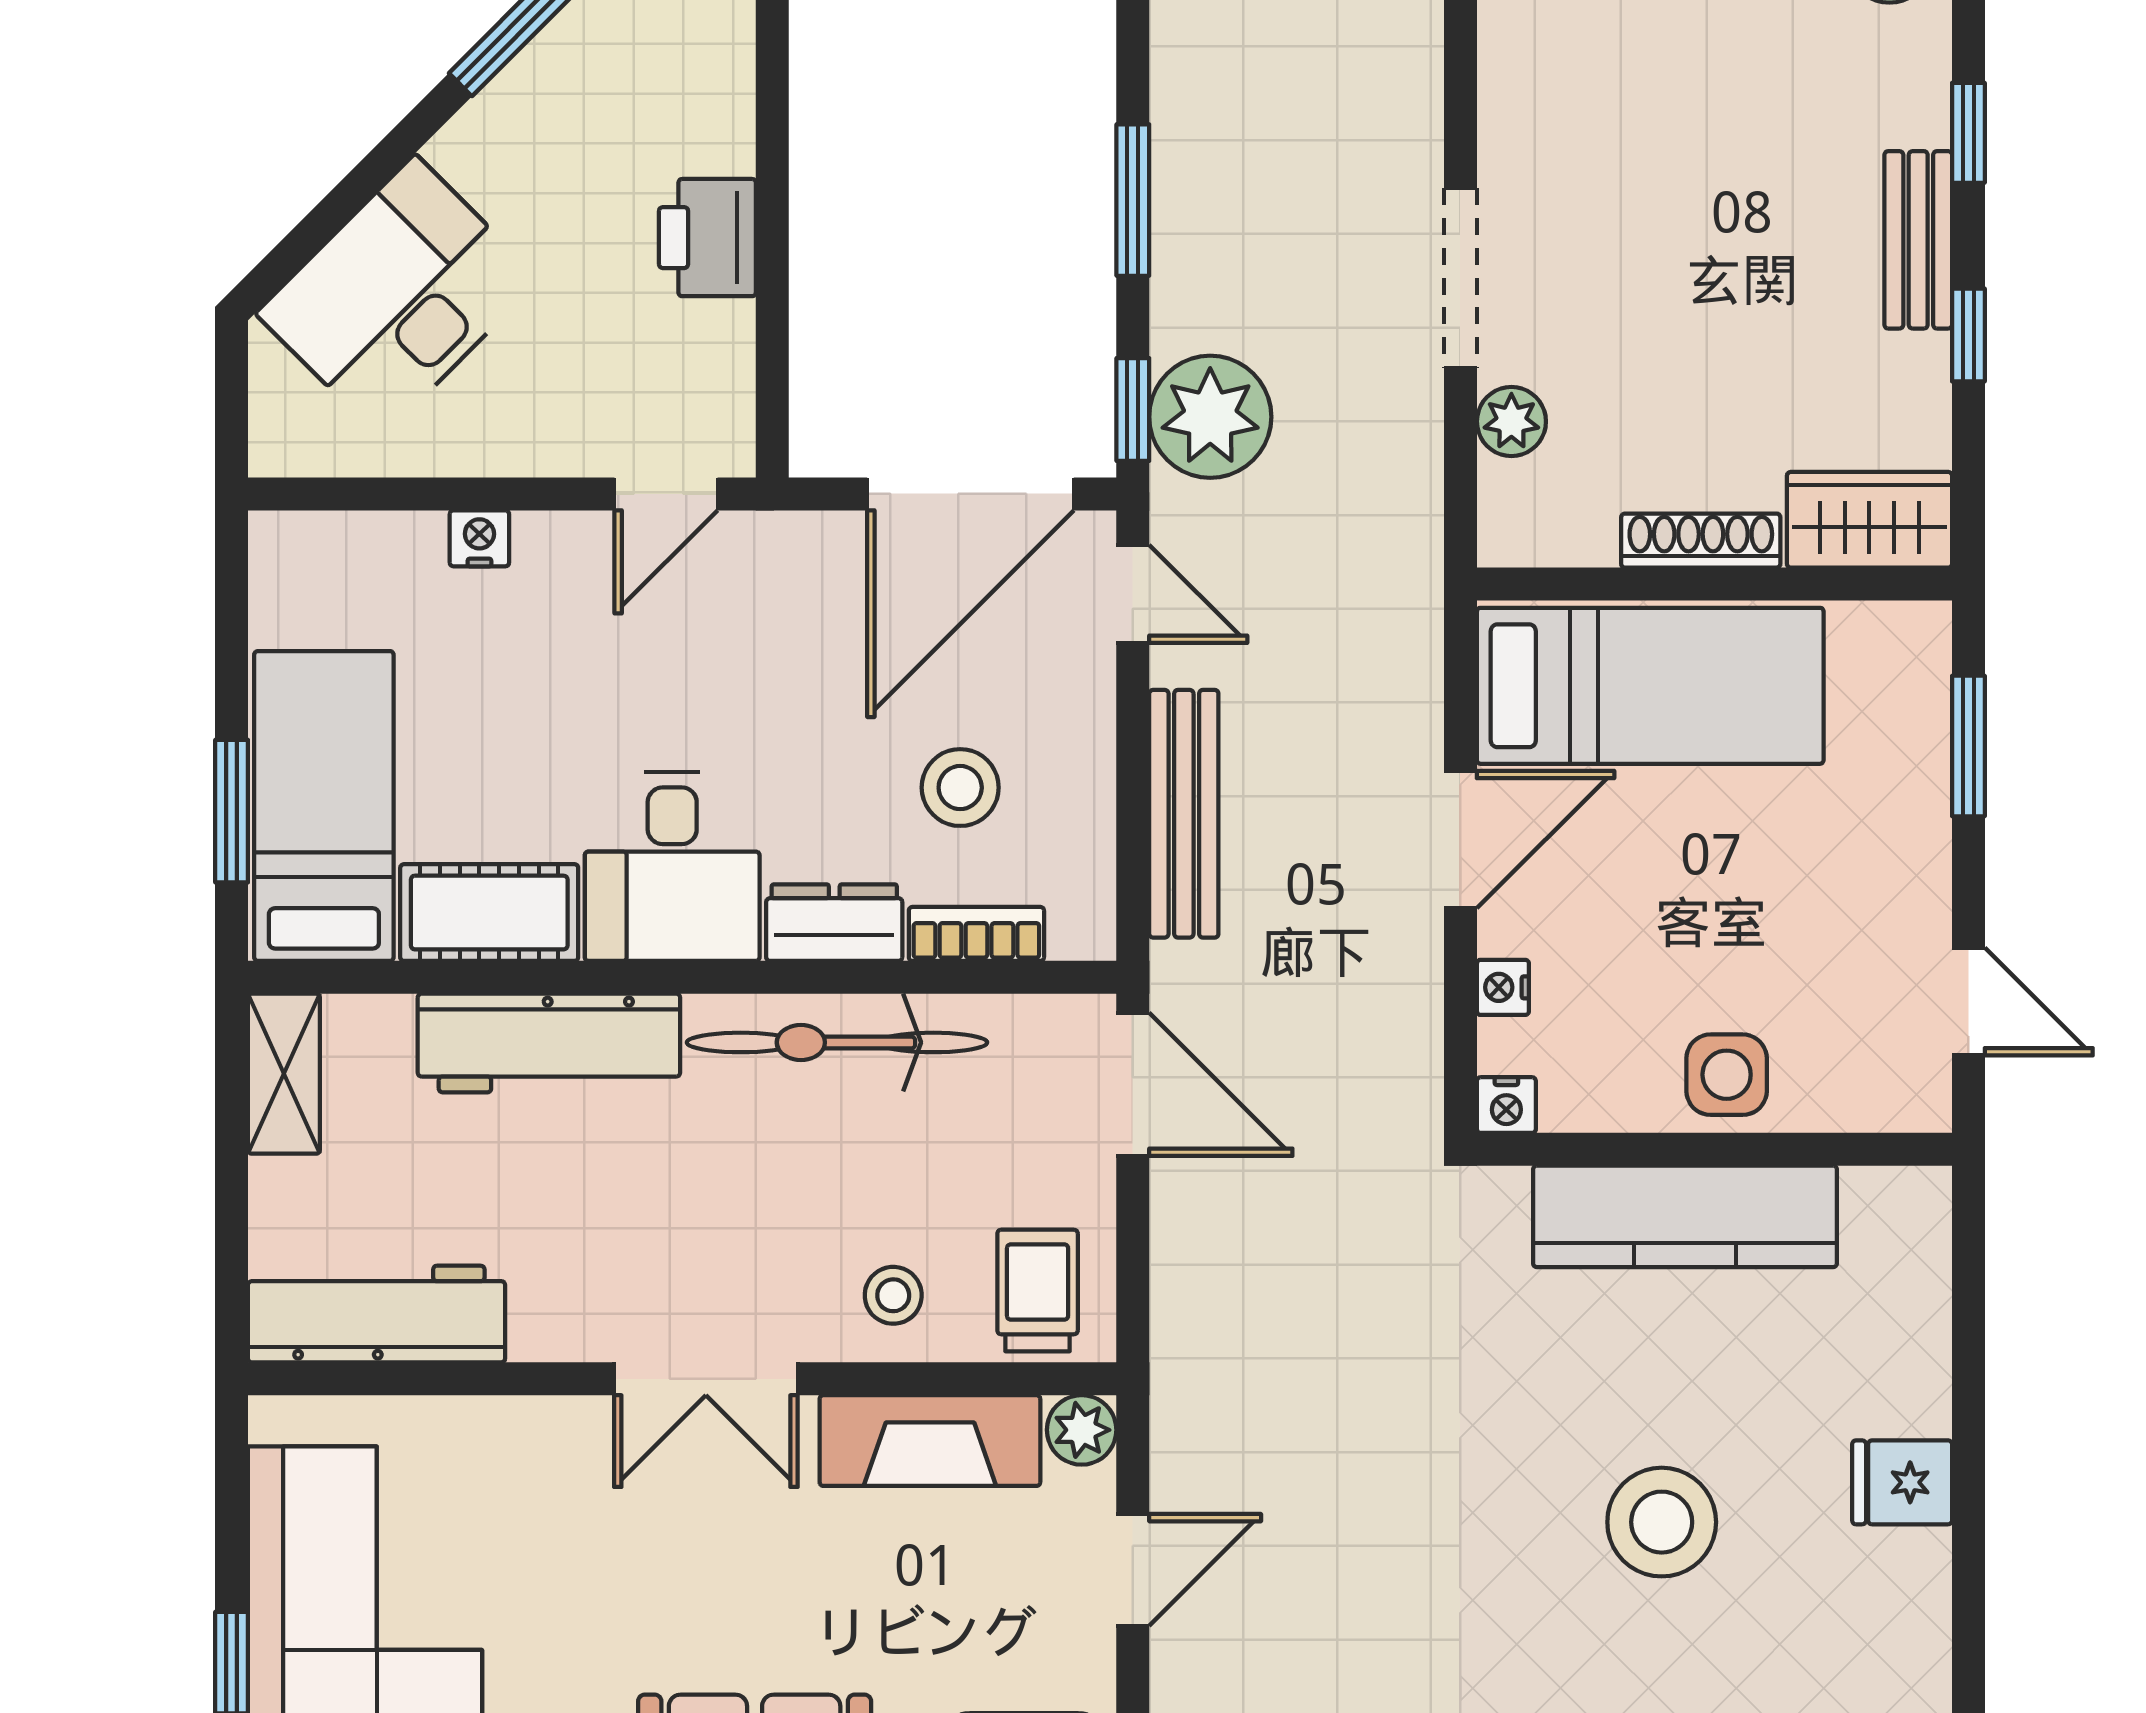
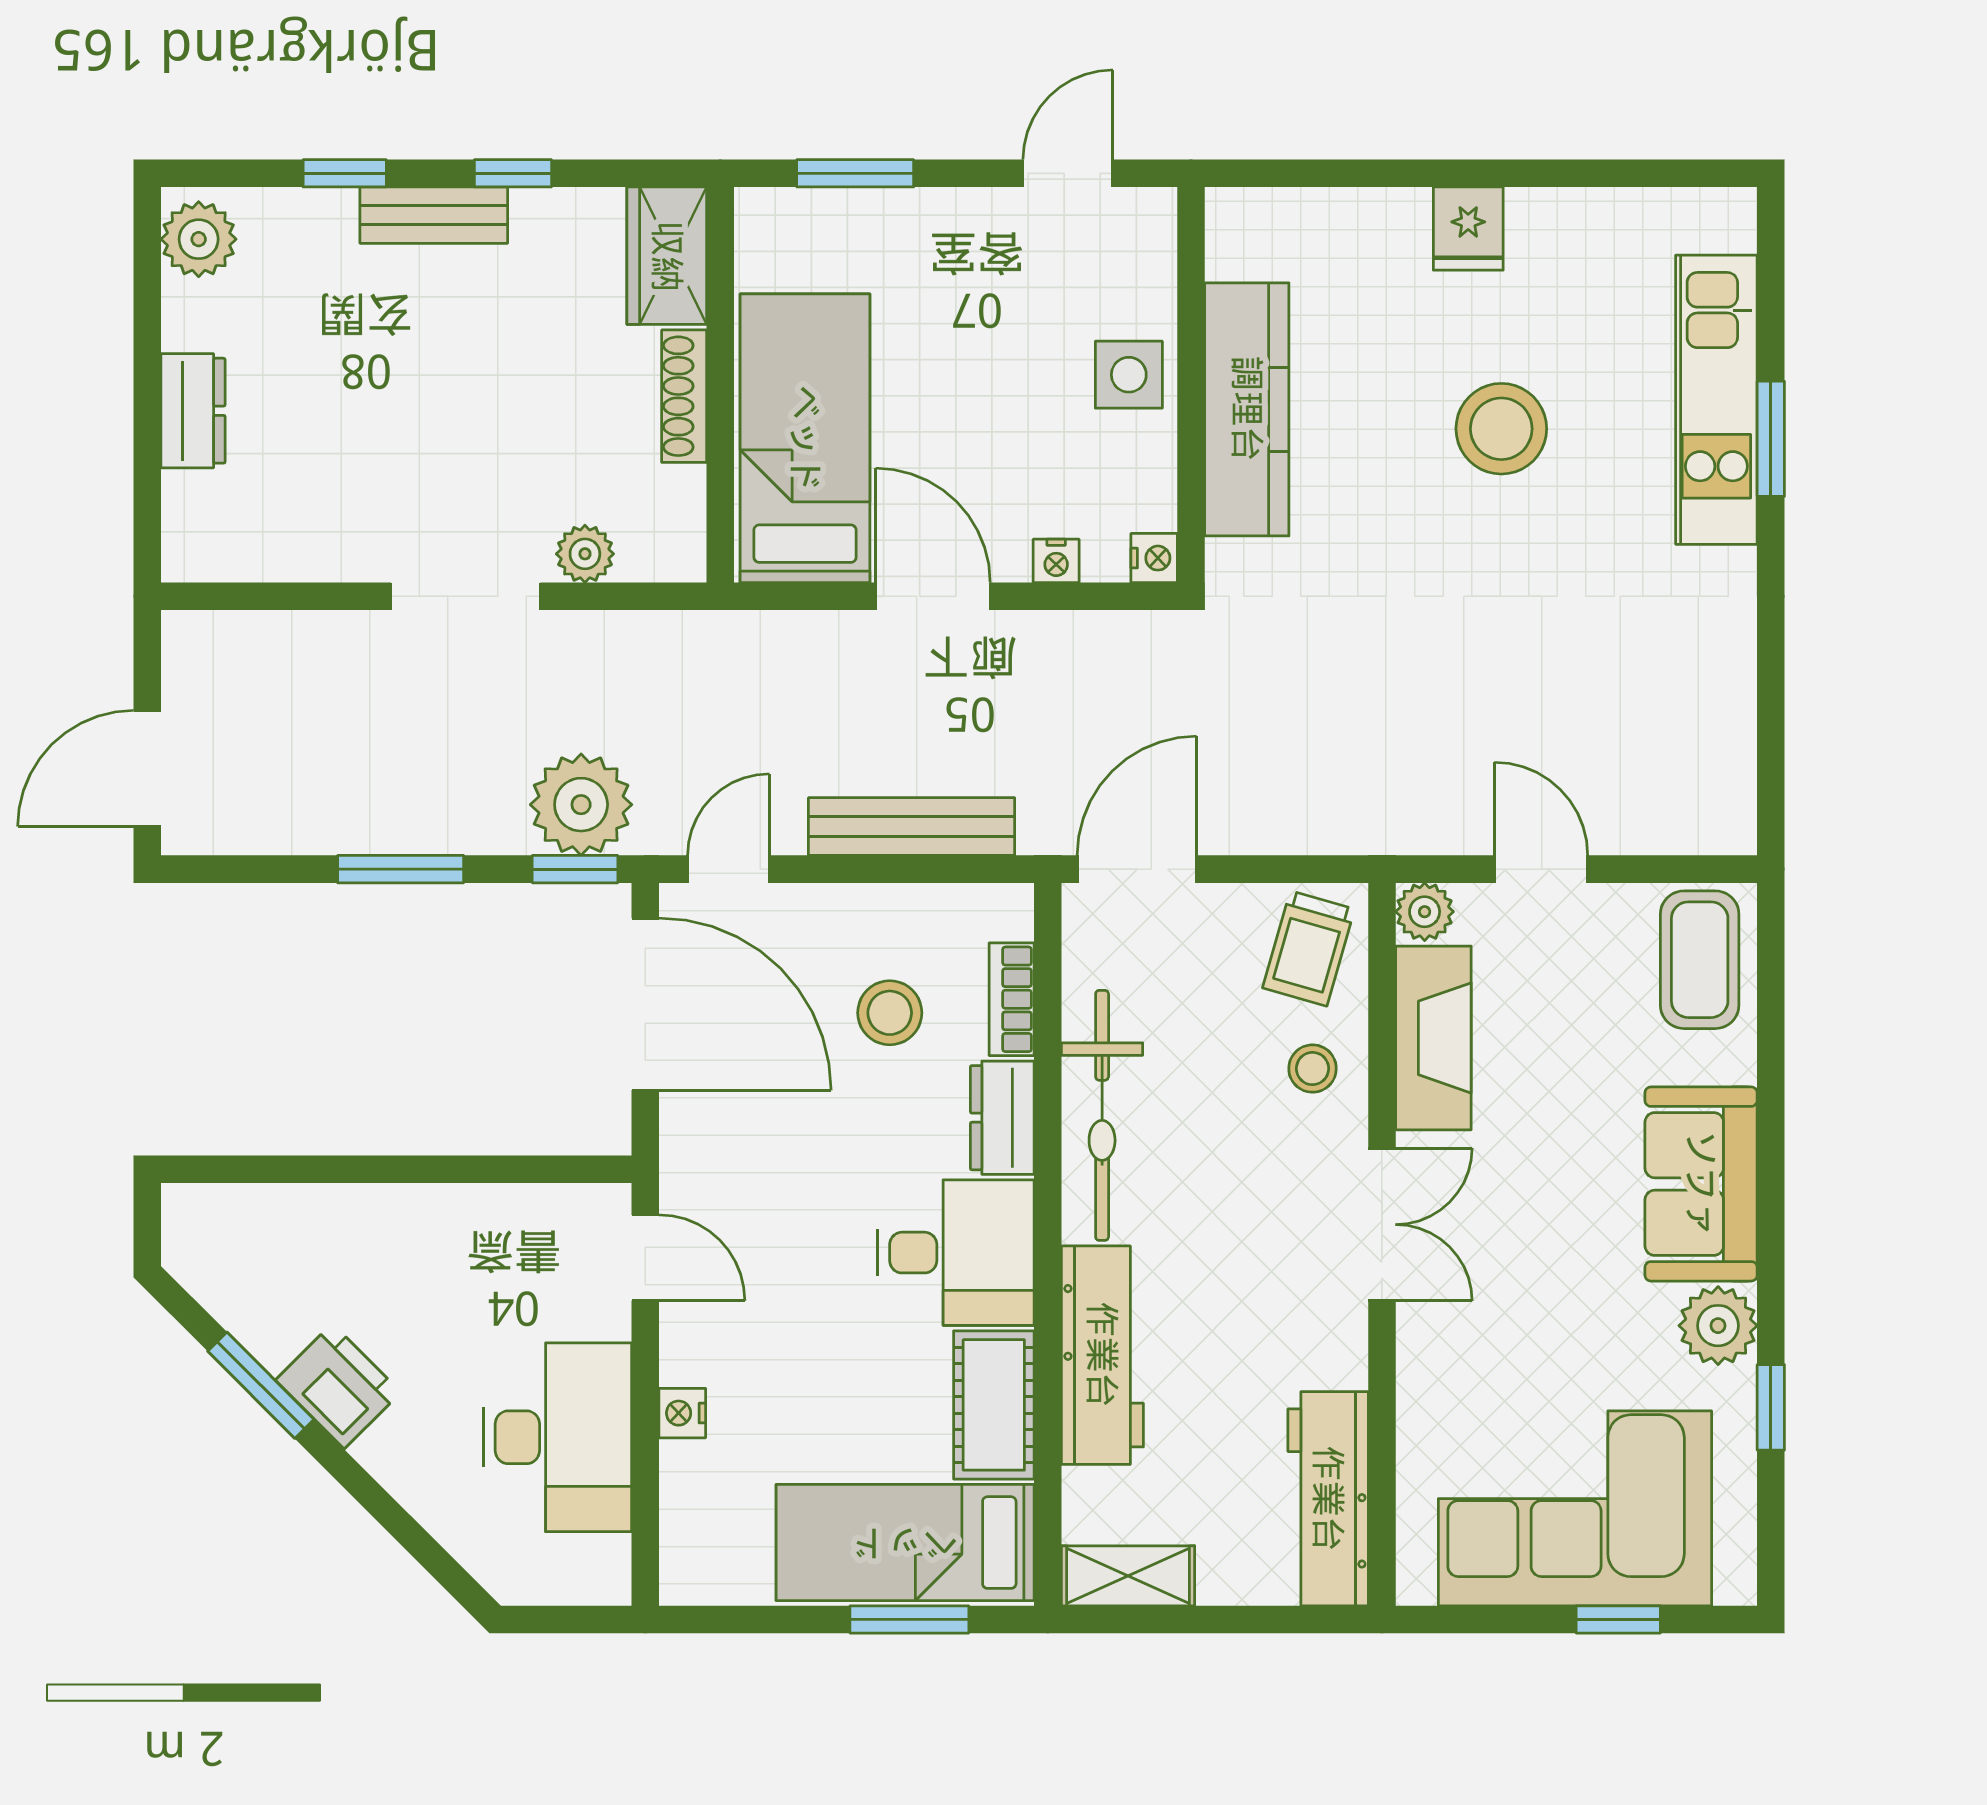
printer: (707, 238) -> (338, 1386), moved, turned -135
desk: (398, 296) -> (557, 1437), moved, turned -135
trolley: (1038, 1291) -> (1309, 948), turned -74

